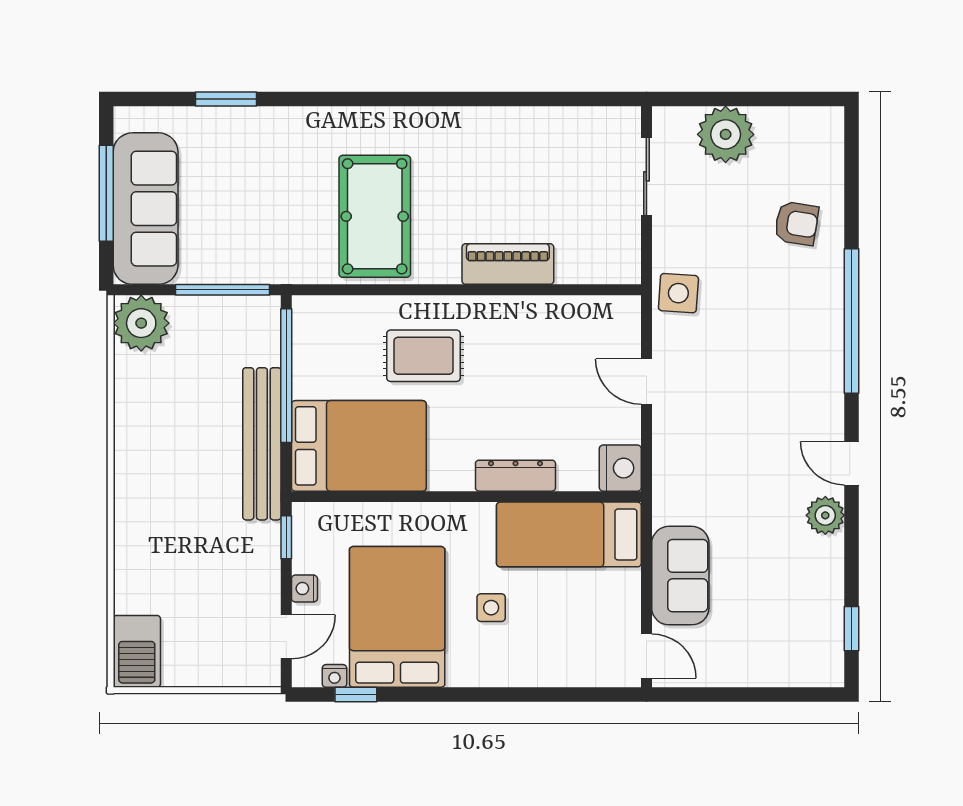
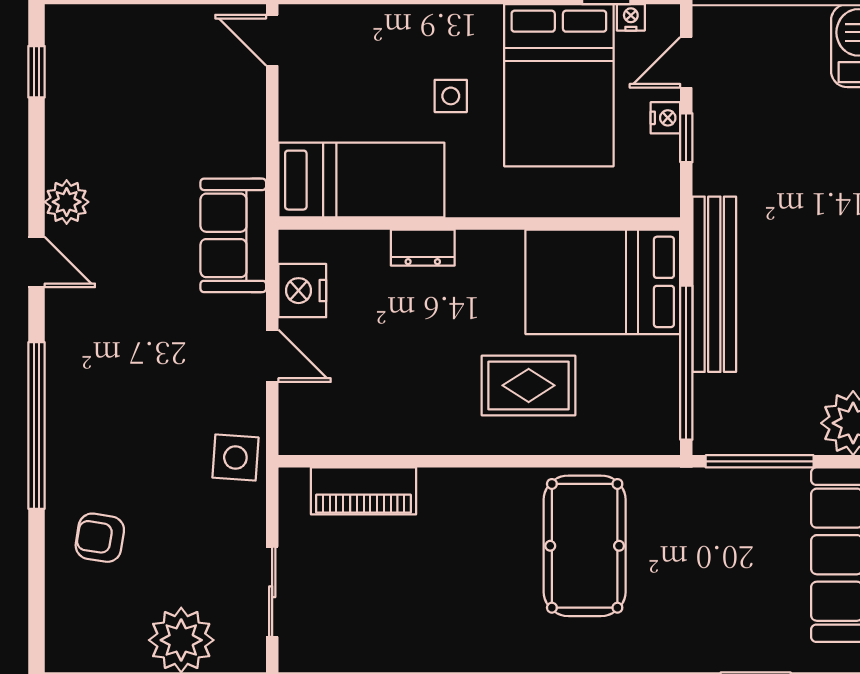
piano: (508, 264) -> (364, 491), moved
nightstand: (620, 468) -> (302, 291), moved
dresser: (515, 476) -> (423, 248), width x0.70
window: (286, 537) -> (686, 138), moved
sofa: (680, 576) -> (233, 235), moved

